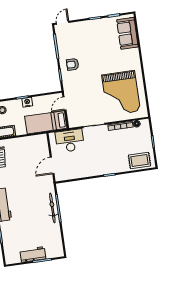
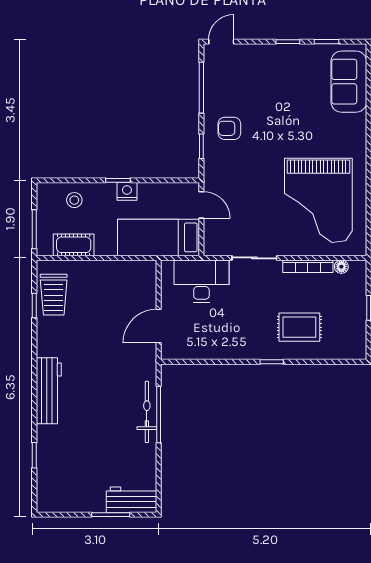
door: (64, 104) -> (201, 205), swing flipped
rug: (140, 160) -> (299, 327), moved
workbench: (33, 254) -> (132, 500), moved

